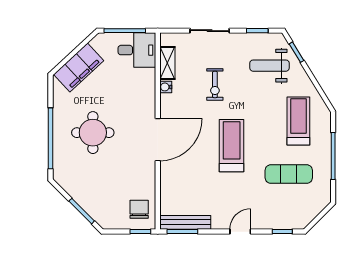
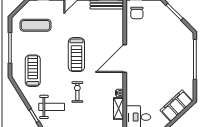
exercise bike: (215, 84) -> (77, 92), moved
treadmill: (298, 121) -> (33, 71), turned 180
round table: (93, 133) -> (167, 63), removed
exercise mat: (289, 174) -> (36, 25), moved

